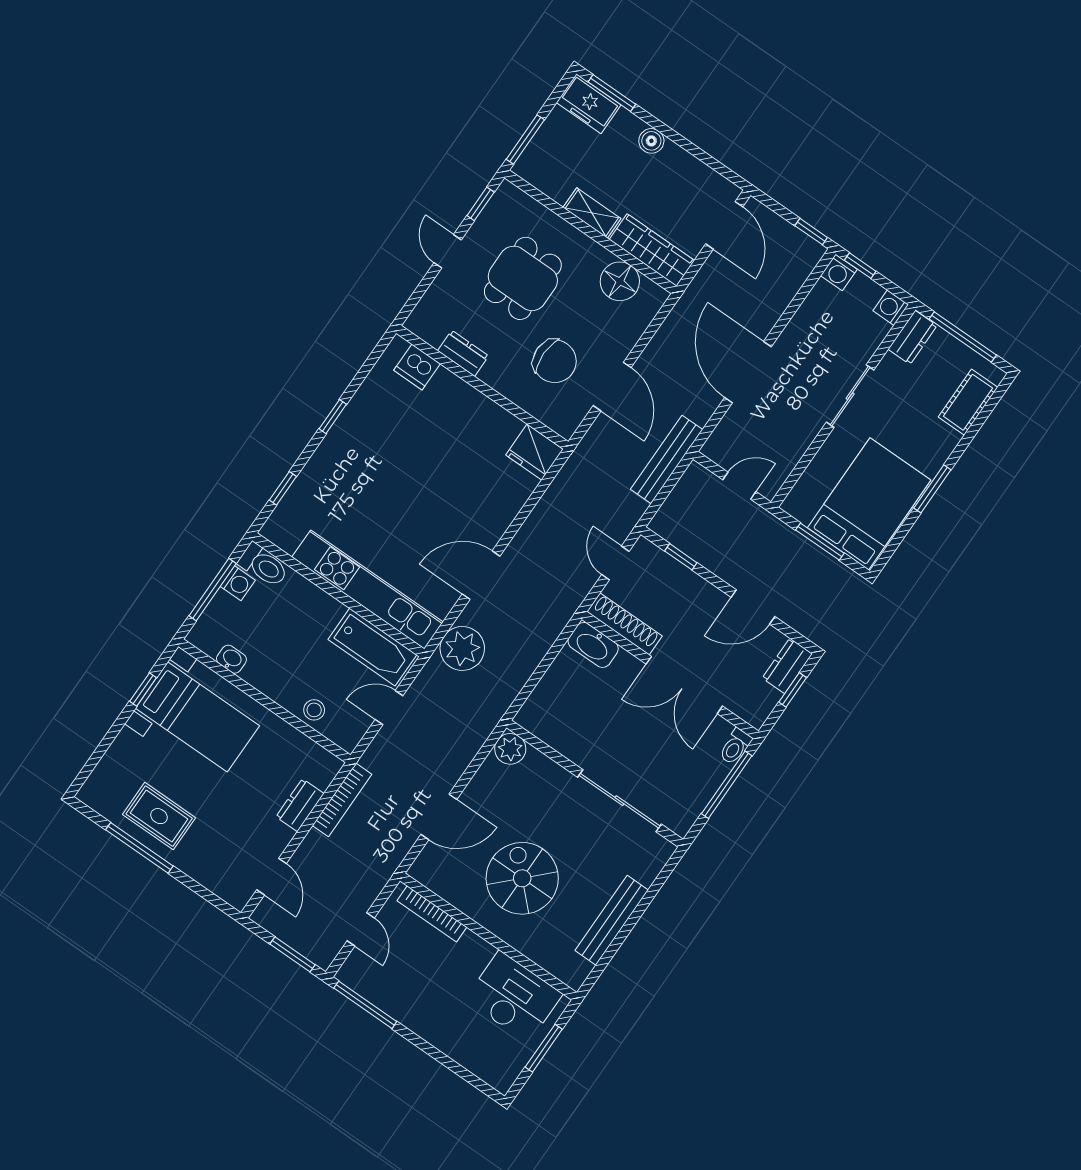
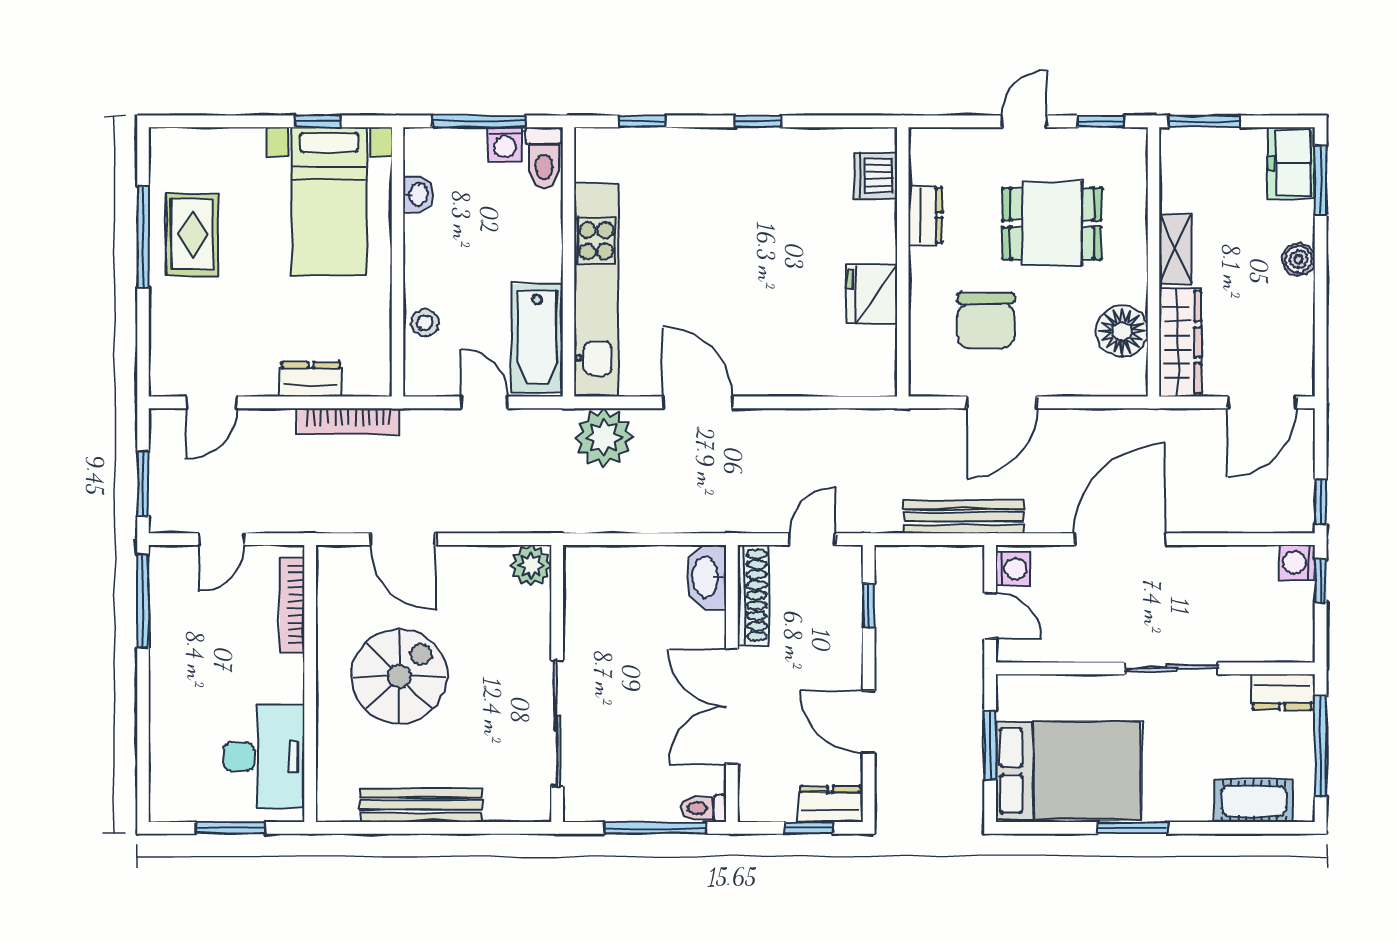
washing machine: (891, 308) -> (1013, 569), moved, turned 90
fridge: (535, 452) -> (872, 294), moved

